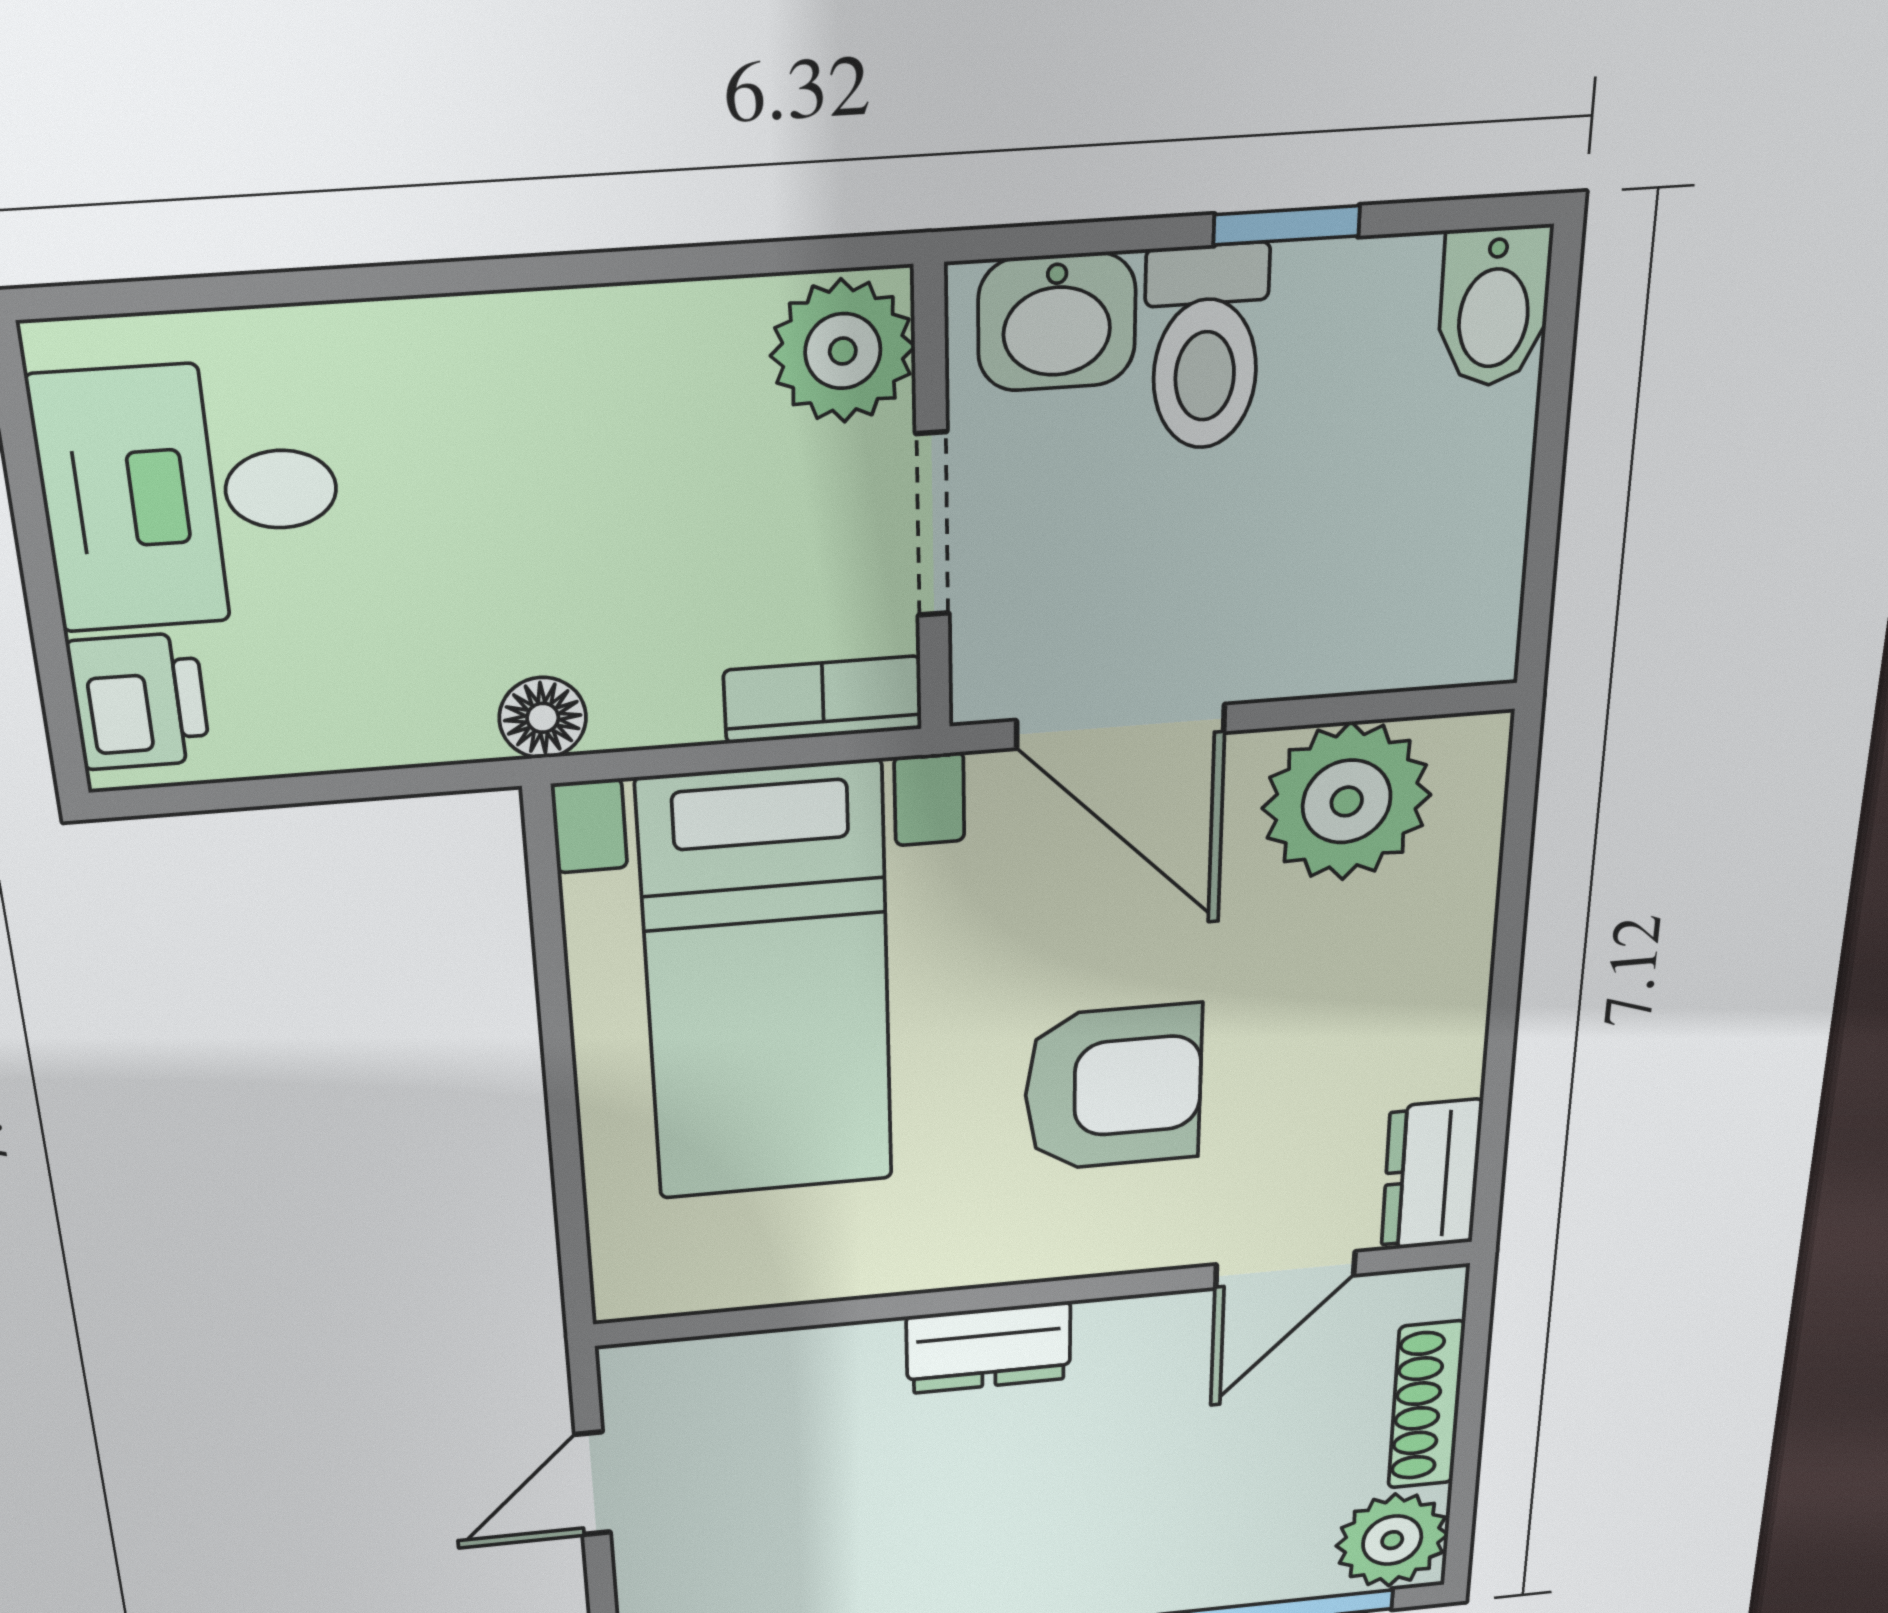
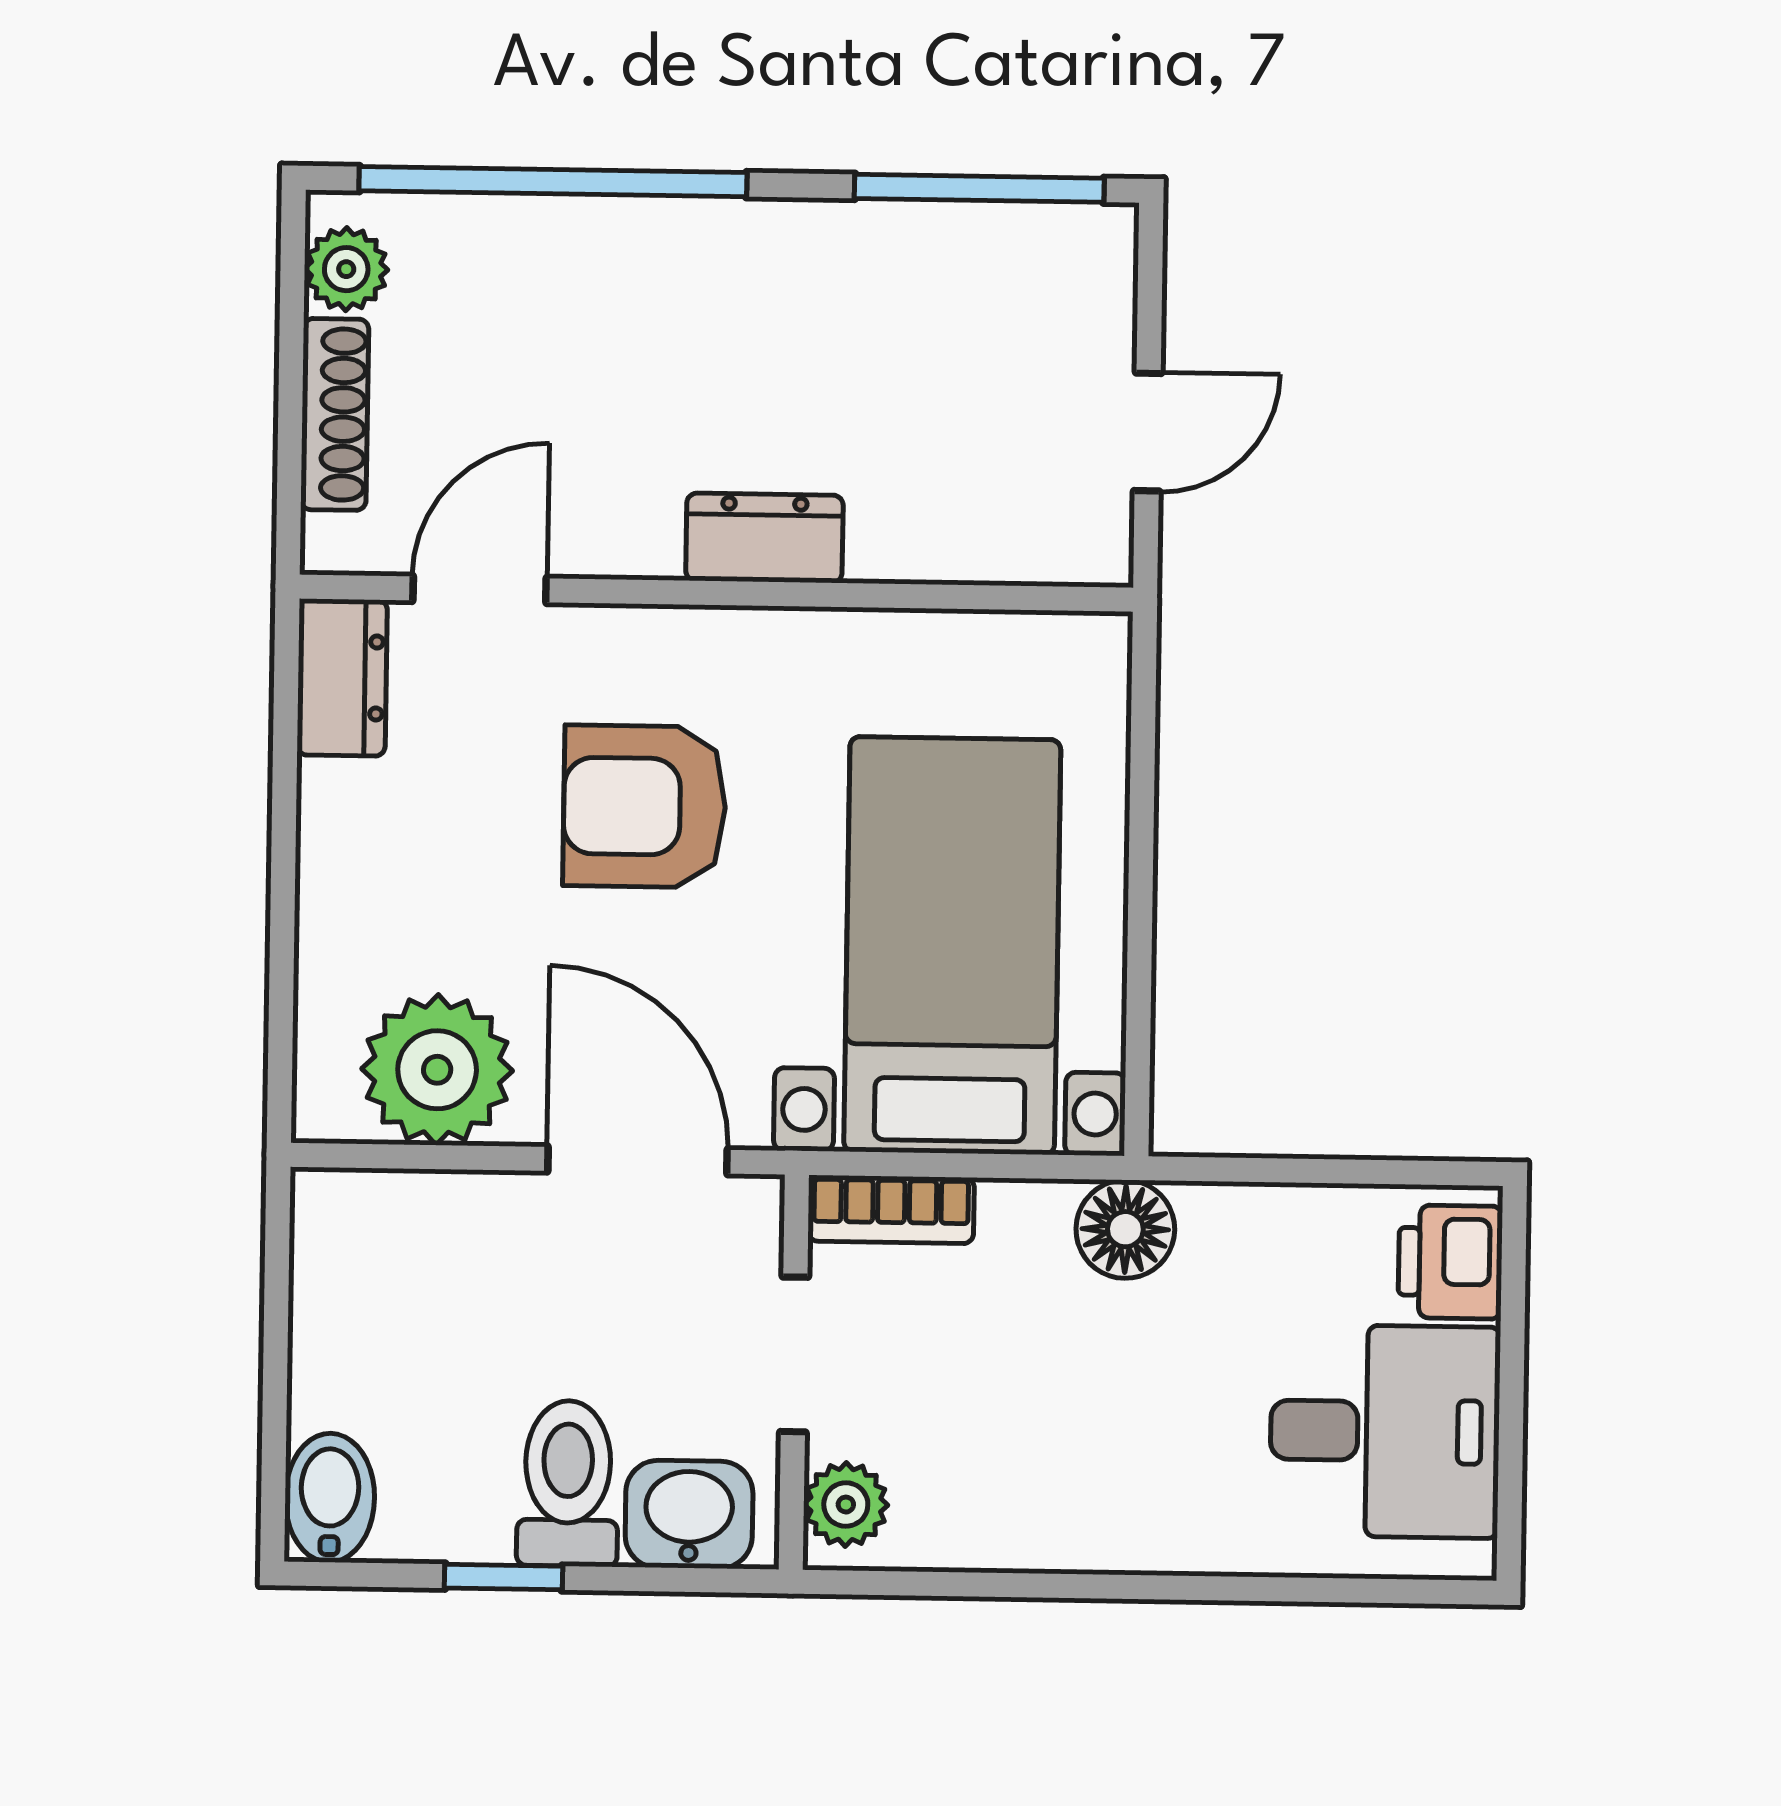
plant: (843, 351) -> (846, 1505), width x0.73, depth x0.73
floor lamp: (543, 718) -> (1125, 1229), width x1.37, depth x1.37
plant: (1392, 1540) -> (346, 269), width x0.73, depth x0.73

